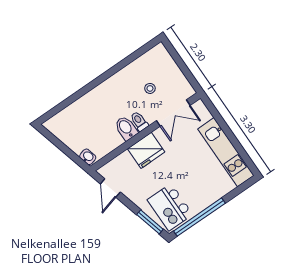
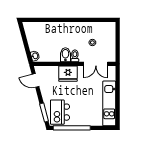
door: (110, 188) -> (36, 80), hinge flipped

